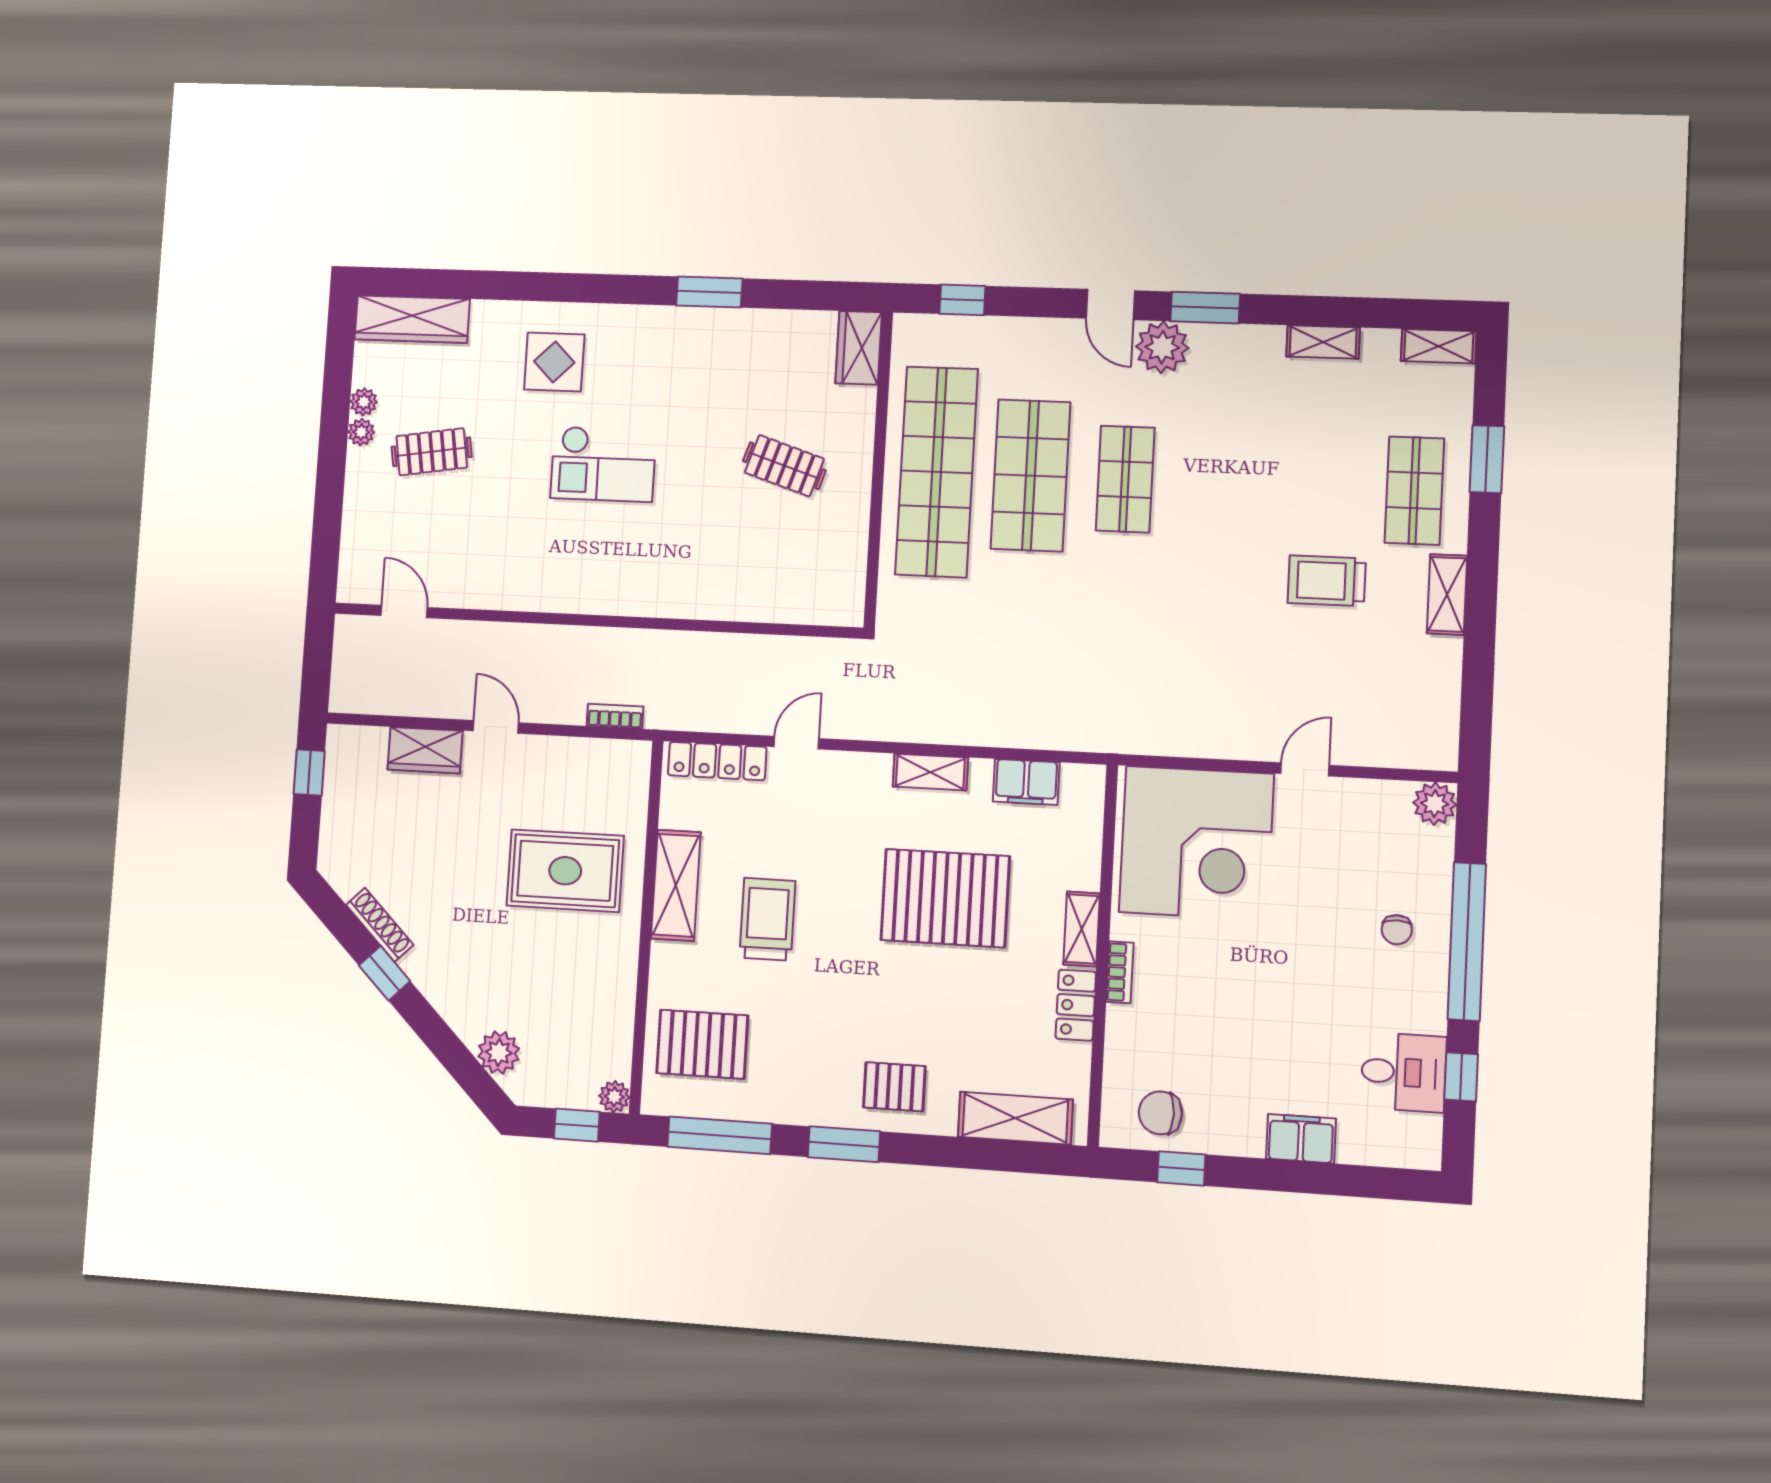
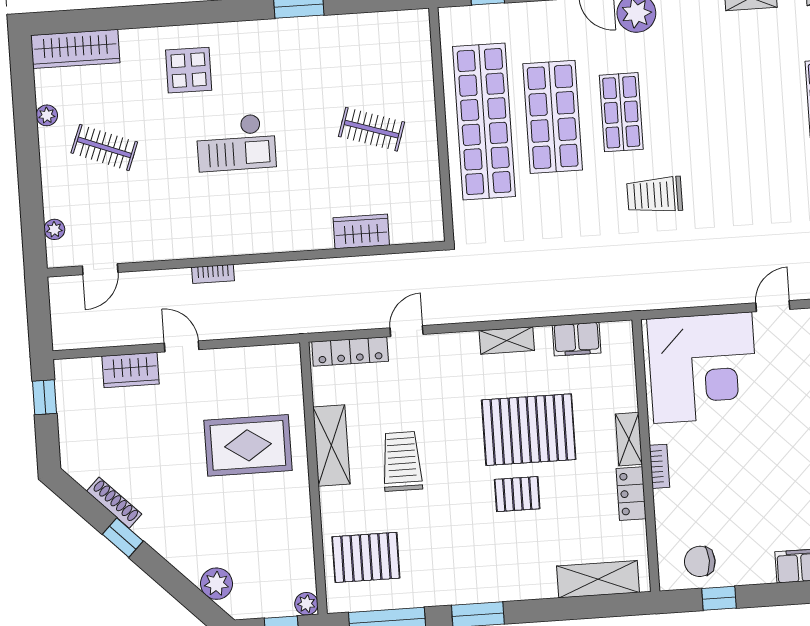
wardrobe: (859, 348) -> (361, 231), moved, turned 90
plant: (361, 432) -> (54, 229), moved
clothes rail: (432, 452) -> (104, 147), turned 30
trolley: (1327, 581) -> (655, 195), moved
door: (404, 612) -> (100, 269), swing flipped
bookcase: (615, 716) -> (213, 274), moved, turned 180
pallet: (894, 1087) -> (517, 494), moved

